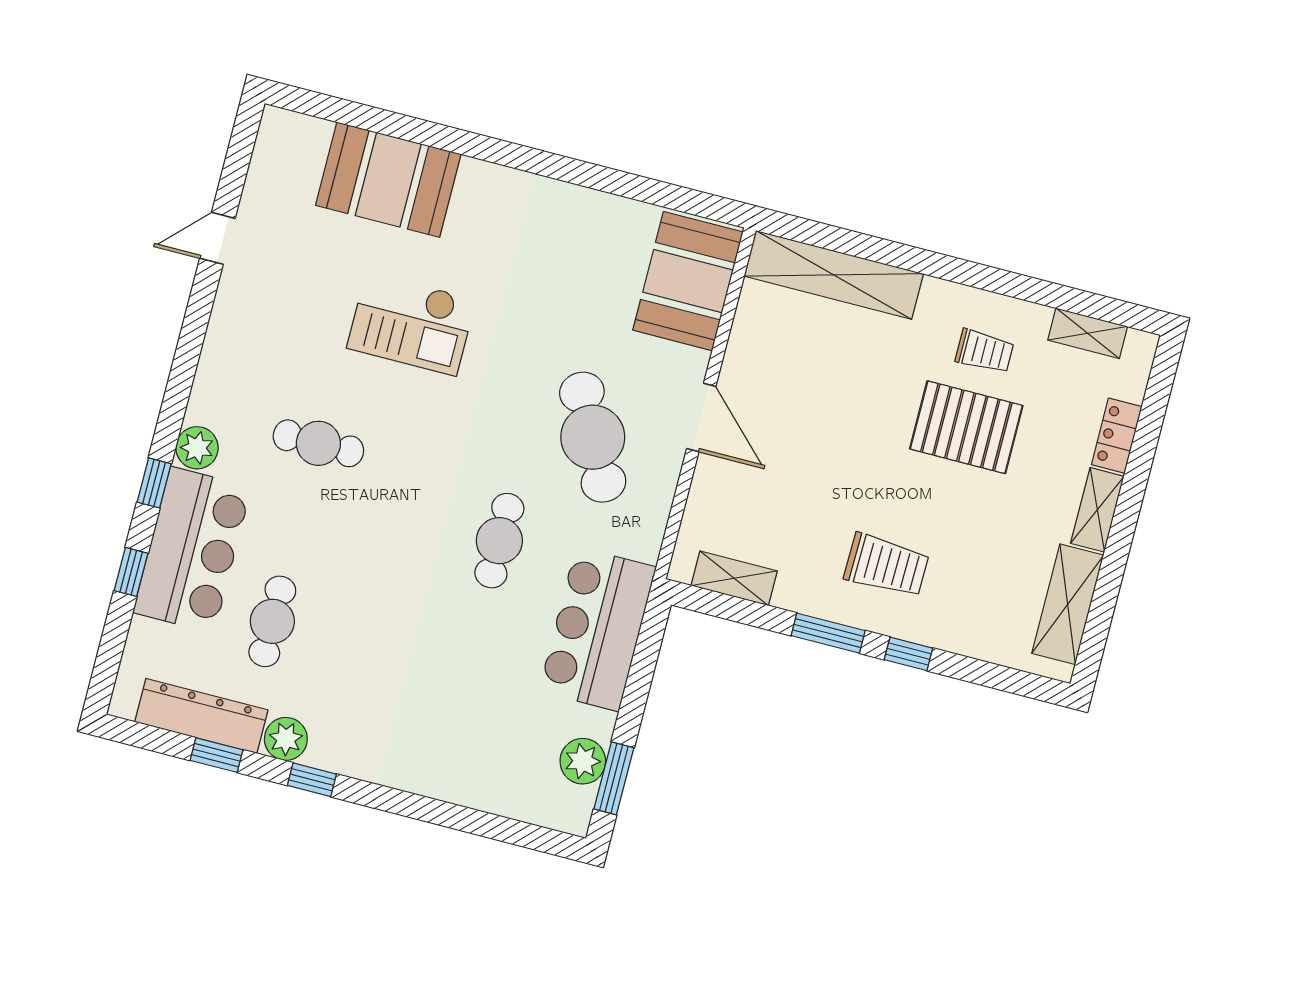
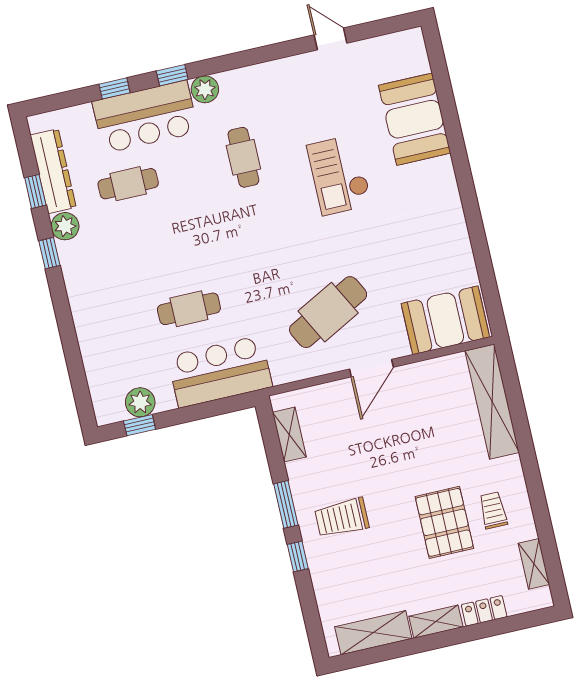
trolley: (984, 351) -> (493, 510), turned 180
cafe table: (499, 541) -> (189, 309), moved
trolley: (886, 565) -> (342, 518), turned 89
window: (614, 778) -> (140, 425), width x0.67

